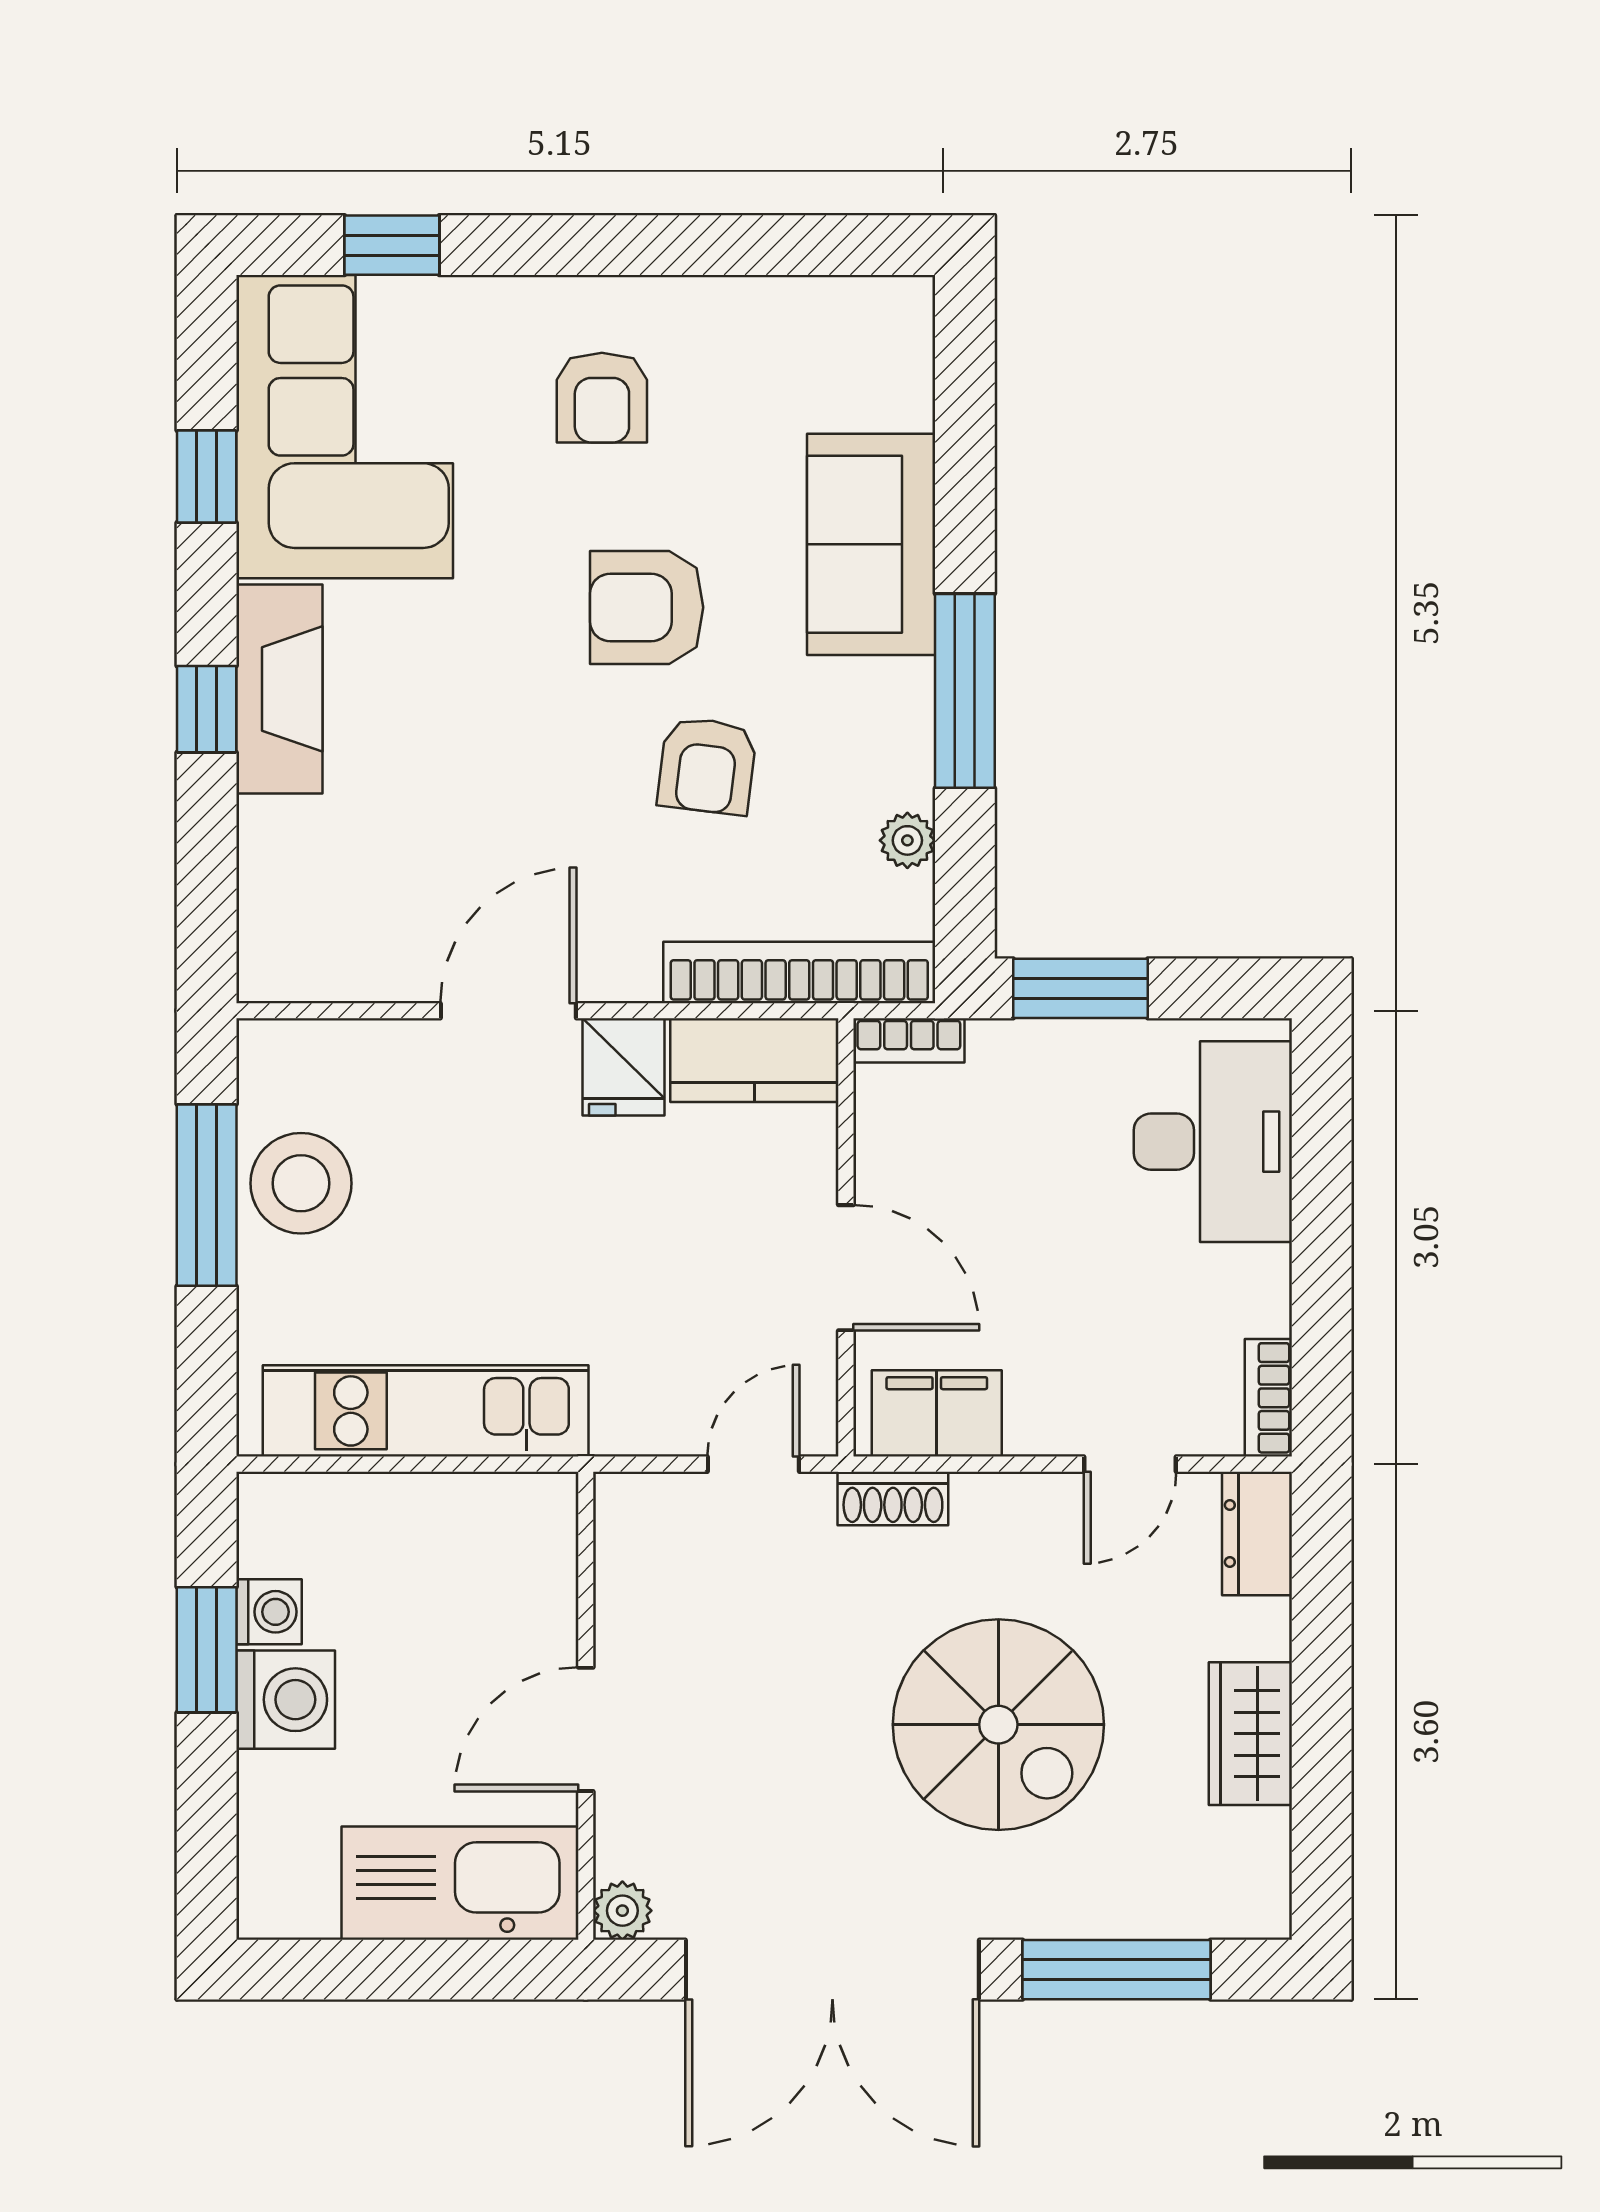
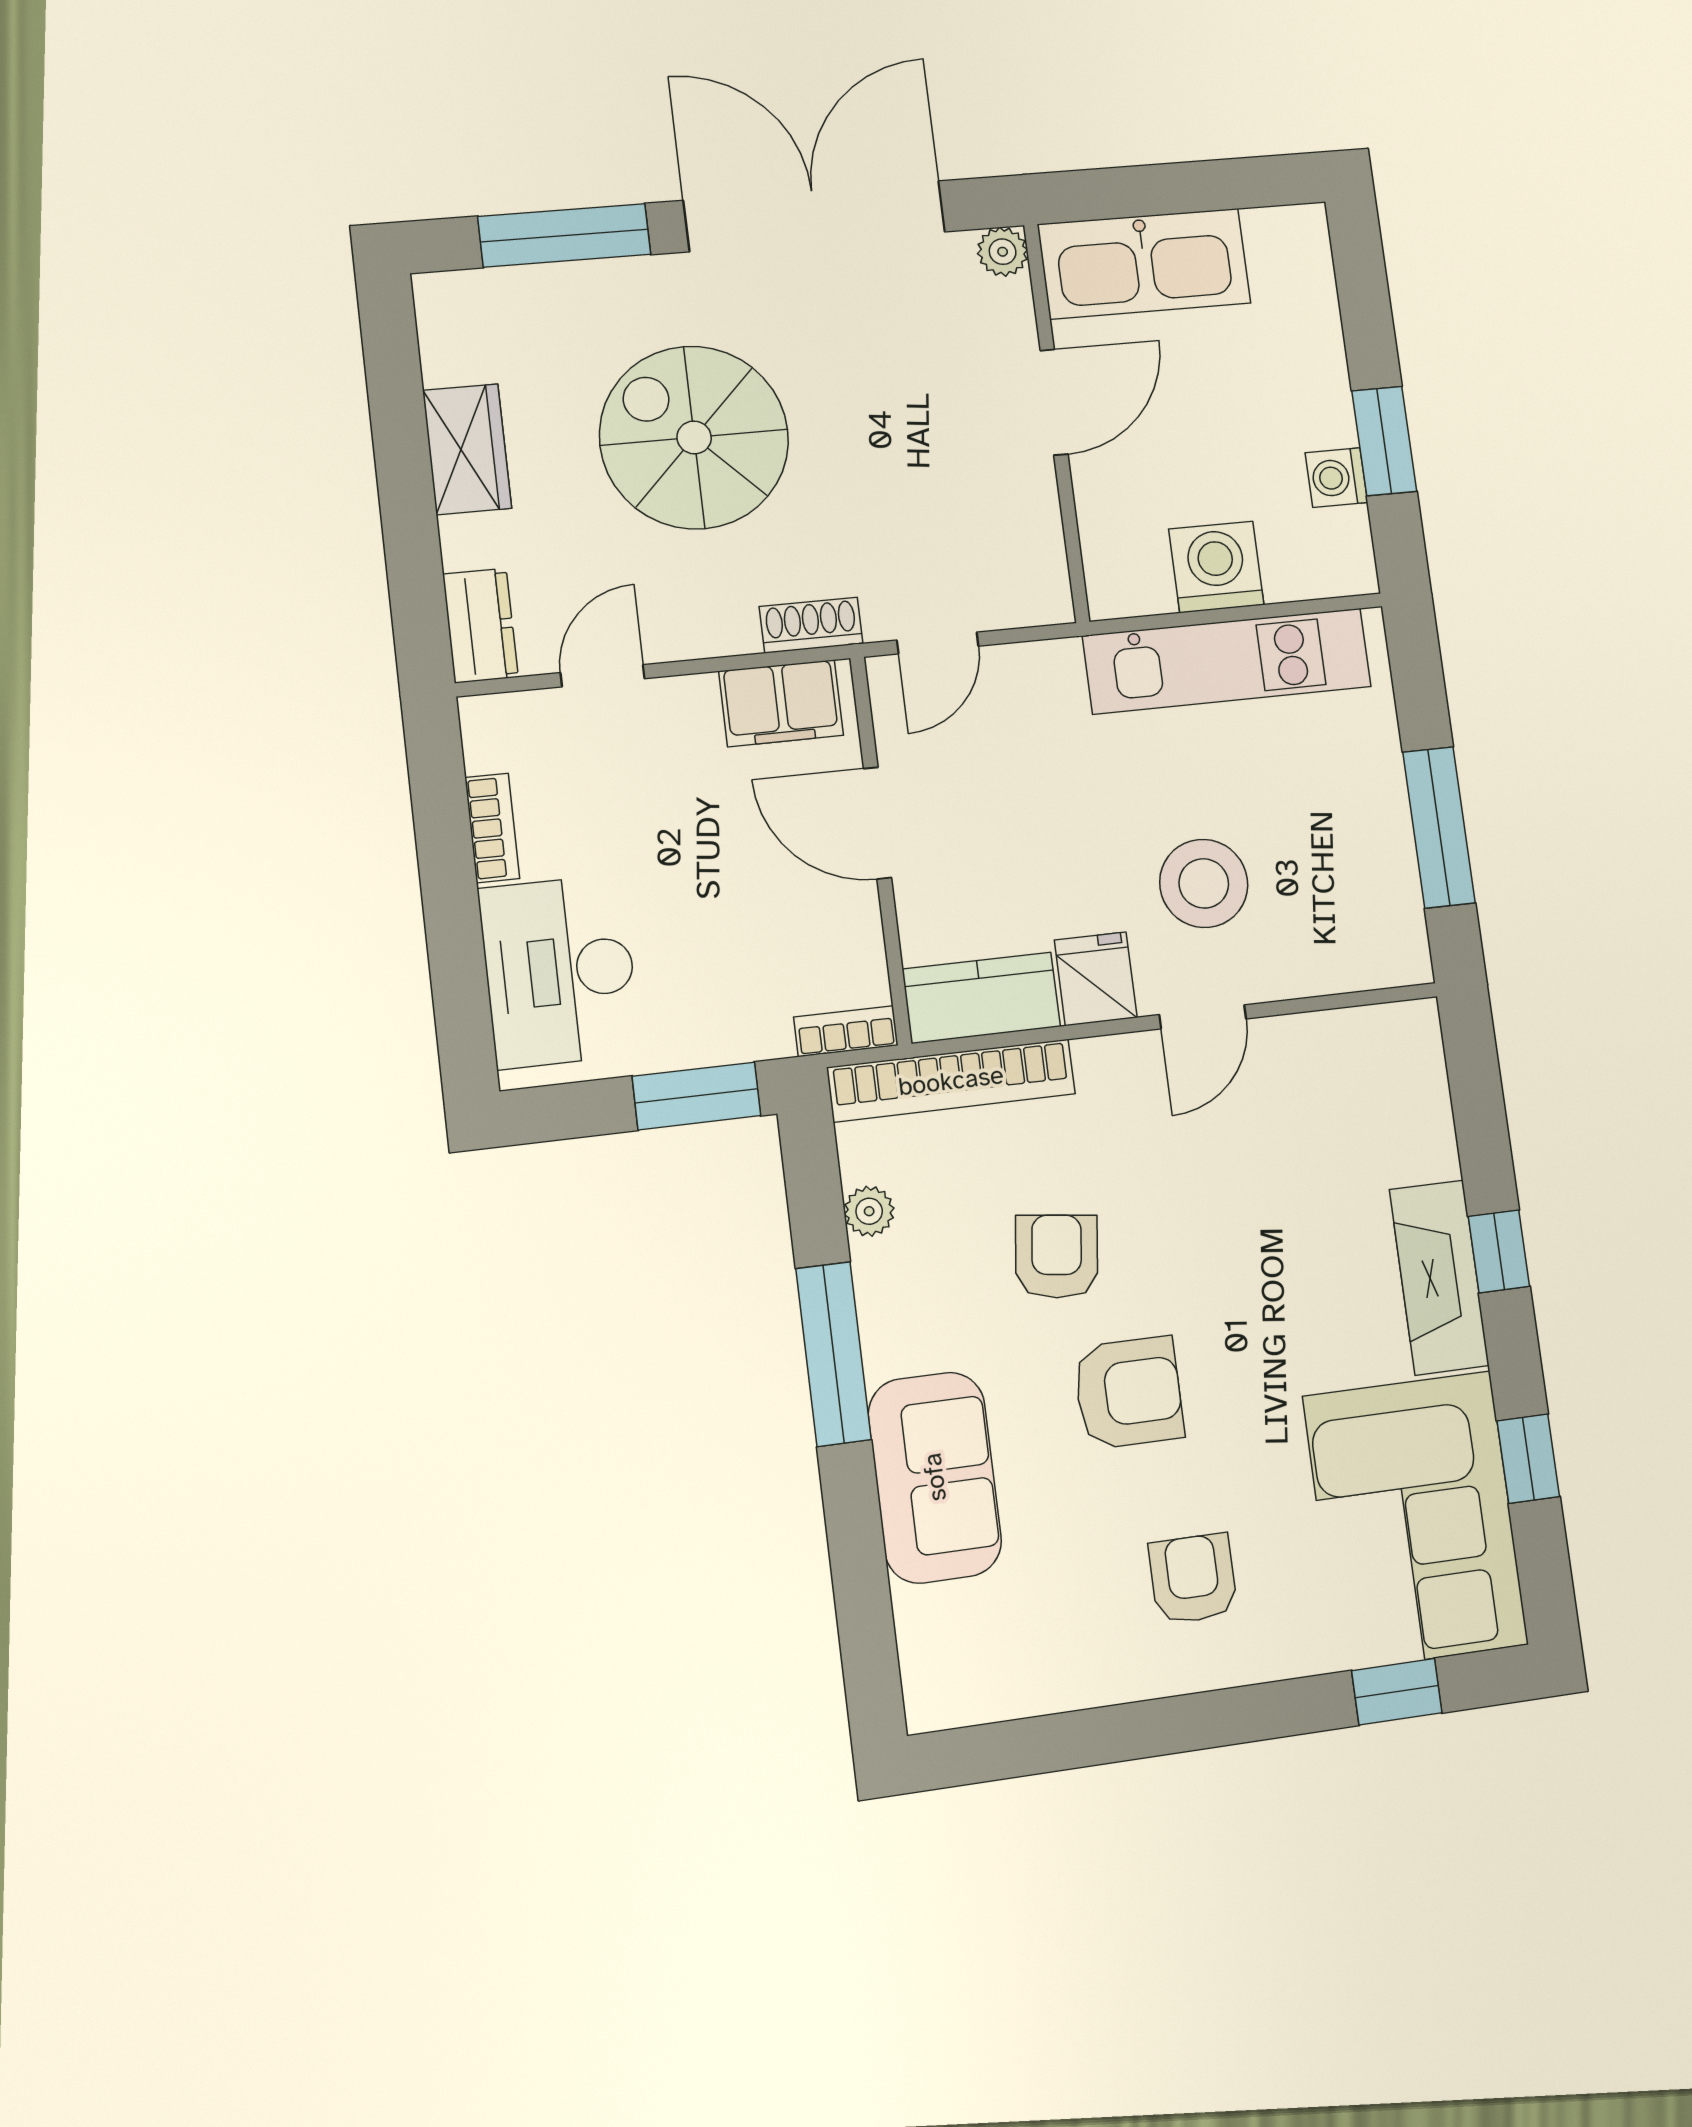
door: (508, 1011) -> (1203, 1017), width x0.73
stool: (301, 1183) -> (1204, 883), moved
bookcase: (1268, 1398) -> (492, 828), moved
washing machine: (286, 1700) -> (1216, 567), moved, turned 90

